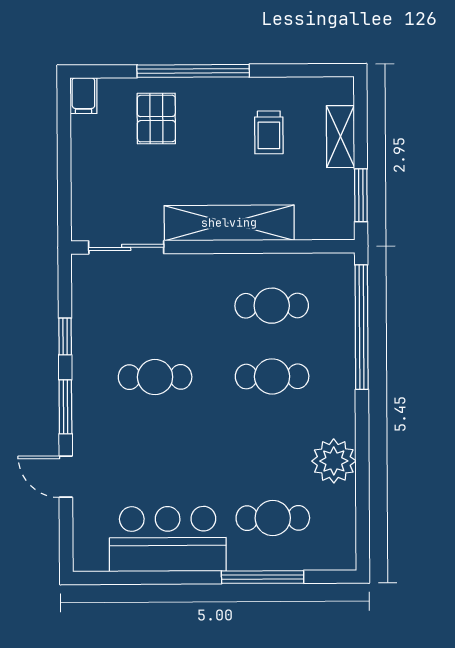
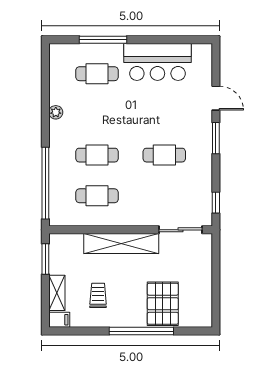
filing cabinet: (83, 96) -> (59, 320), moved, turned 90
pallet: (156, 119) -> (163, 304), width x1.50, depth x1.42
window: (65, 336) -> (216, 203), moved
plant: (334, 461) -> (56, 112), width x0.53, depth x0.53

